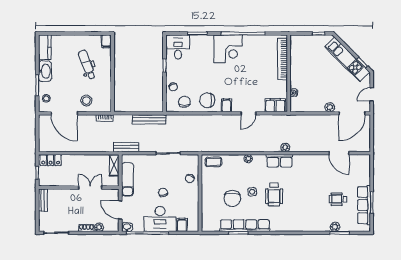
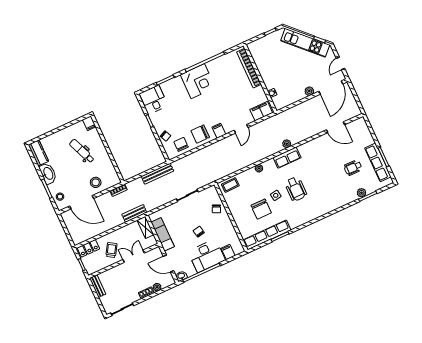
bench: (126, 147) -> (134, 213), moved
trolley: (72, 172) -> (111, 250), added
row of seats: (245, 226) -> (267, 235), moved

